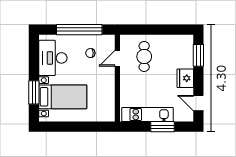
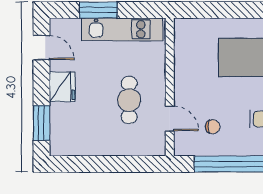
cafe table: (144, 56) -> (129, 100), moved
door: (117, 58) -> (170, 119), hinge flipped

